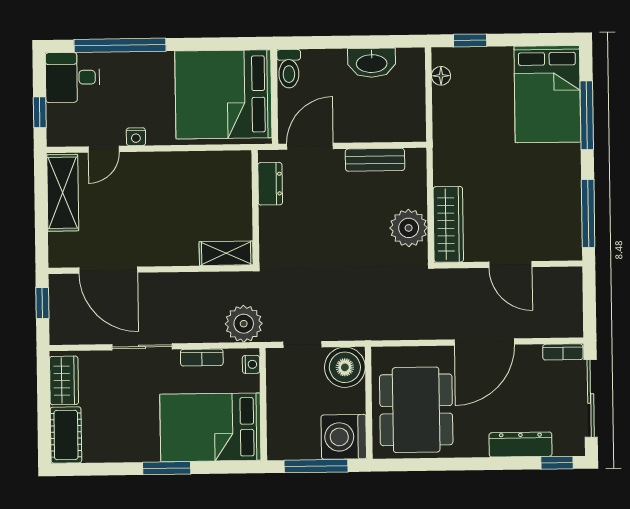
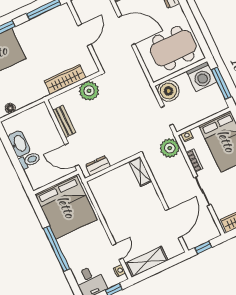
window: (120, 45) -> (57, 249), moved
toilet: (289, 69) -> (30, 160), moved
nightstand: (136, 137) -> (120, 271), moved
door: (104, 149) -> (117, 252), hinge flipped
wardrobe: (448, 224) -> (65, 79), moved

